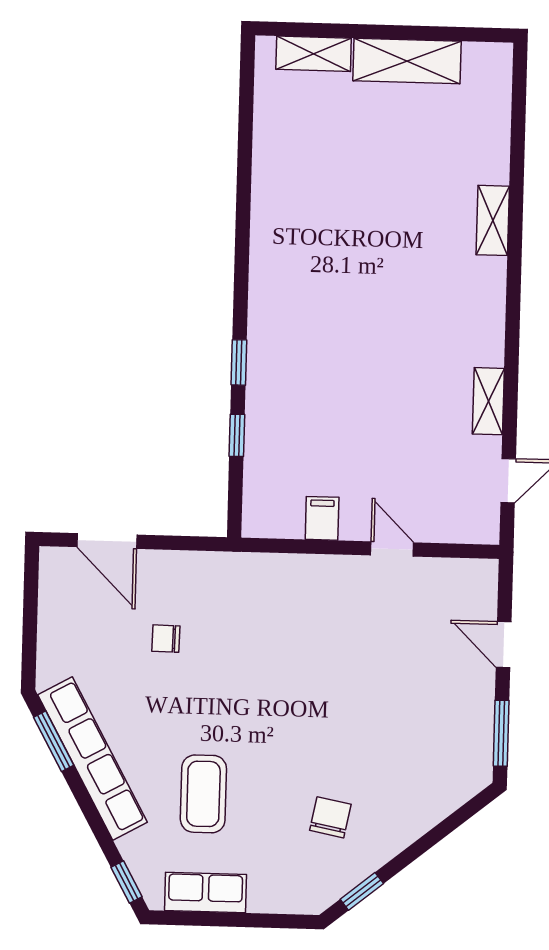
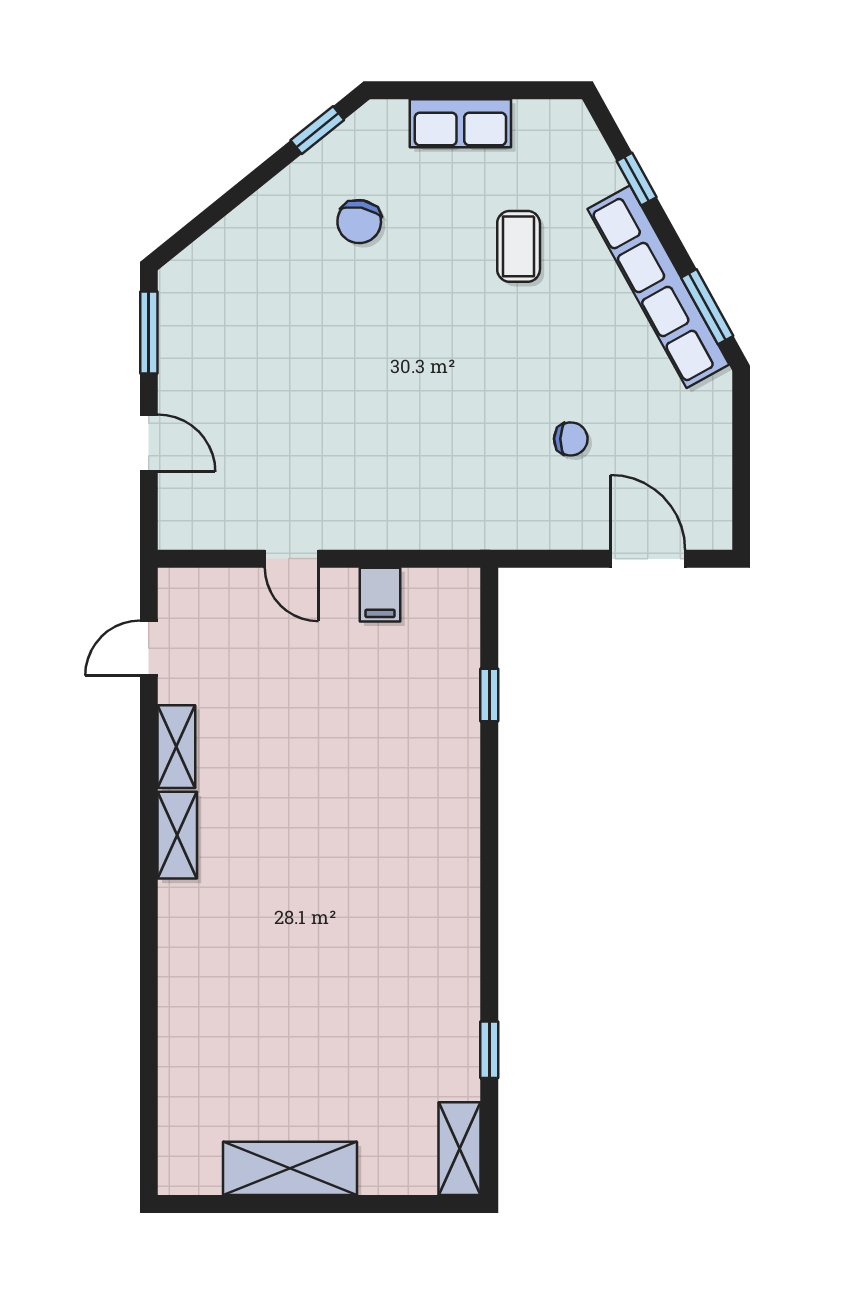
shelving: (314, 54) -> (459, 1149), moved, turned 90
shelving: (493, 220) -> (177, 835), moved
window: (239, 362) -> (489, 1050), moved
coffee table: (203, 794) -> (519, 246), width x0.73, depth x0.77
window: (127, 882) -> (637, 179), moved
row of seats: (205, 893) -> (460, 123), moved

